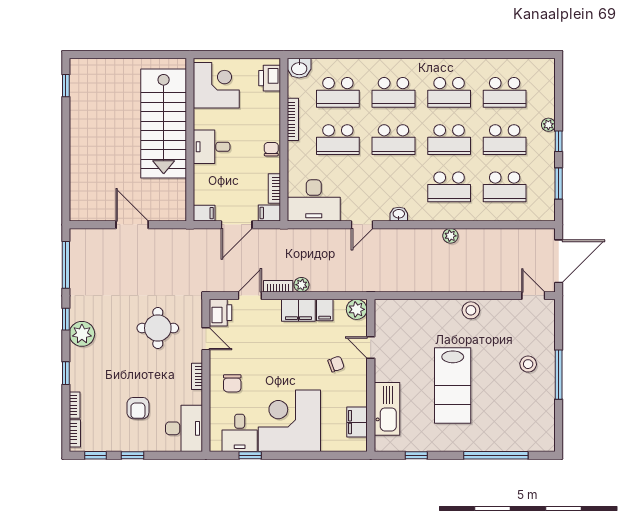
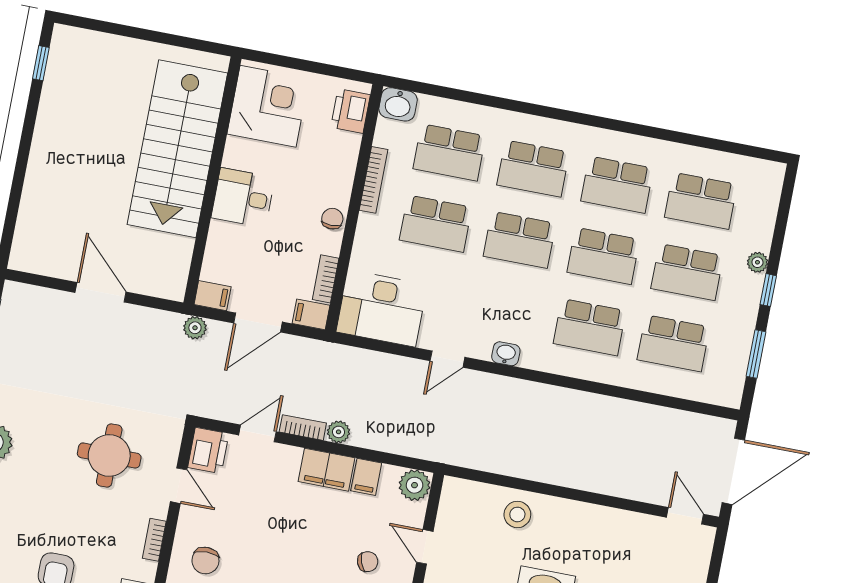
plant: (450, 236) -> (195, 328), moved
stool: (471, 310) -> (517, 514), moved

